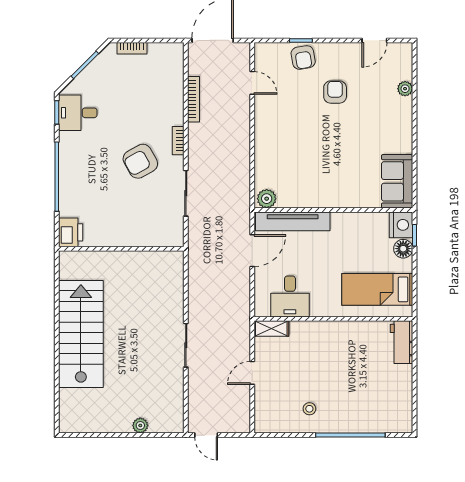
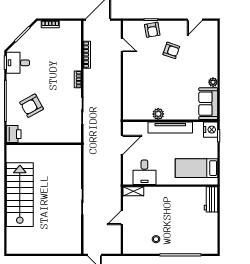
plant: (405, 89) -> (213, 82), moved
armchair: (335, 92) -> (171, 50), turned 109
armchair: (140, 161) -> (32, 106), moved
plant: (267, 199) -> (158, 114), moved
tv unit: (293, 221) -> (170, 128), moved
floor lamp: (403, 249) -> (212, 144), removed
plant: (140, 425) -> (55, 249), removed

